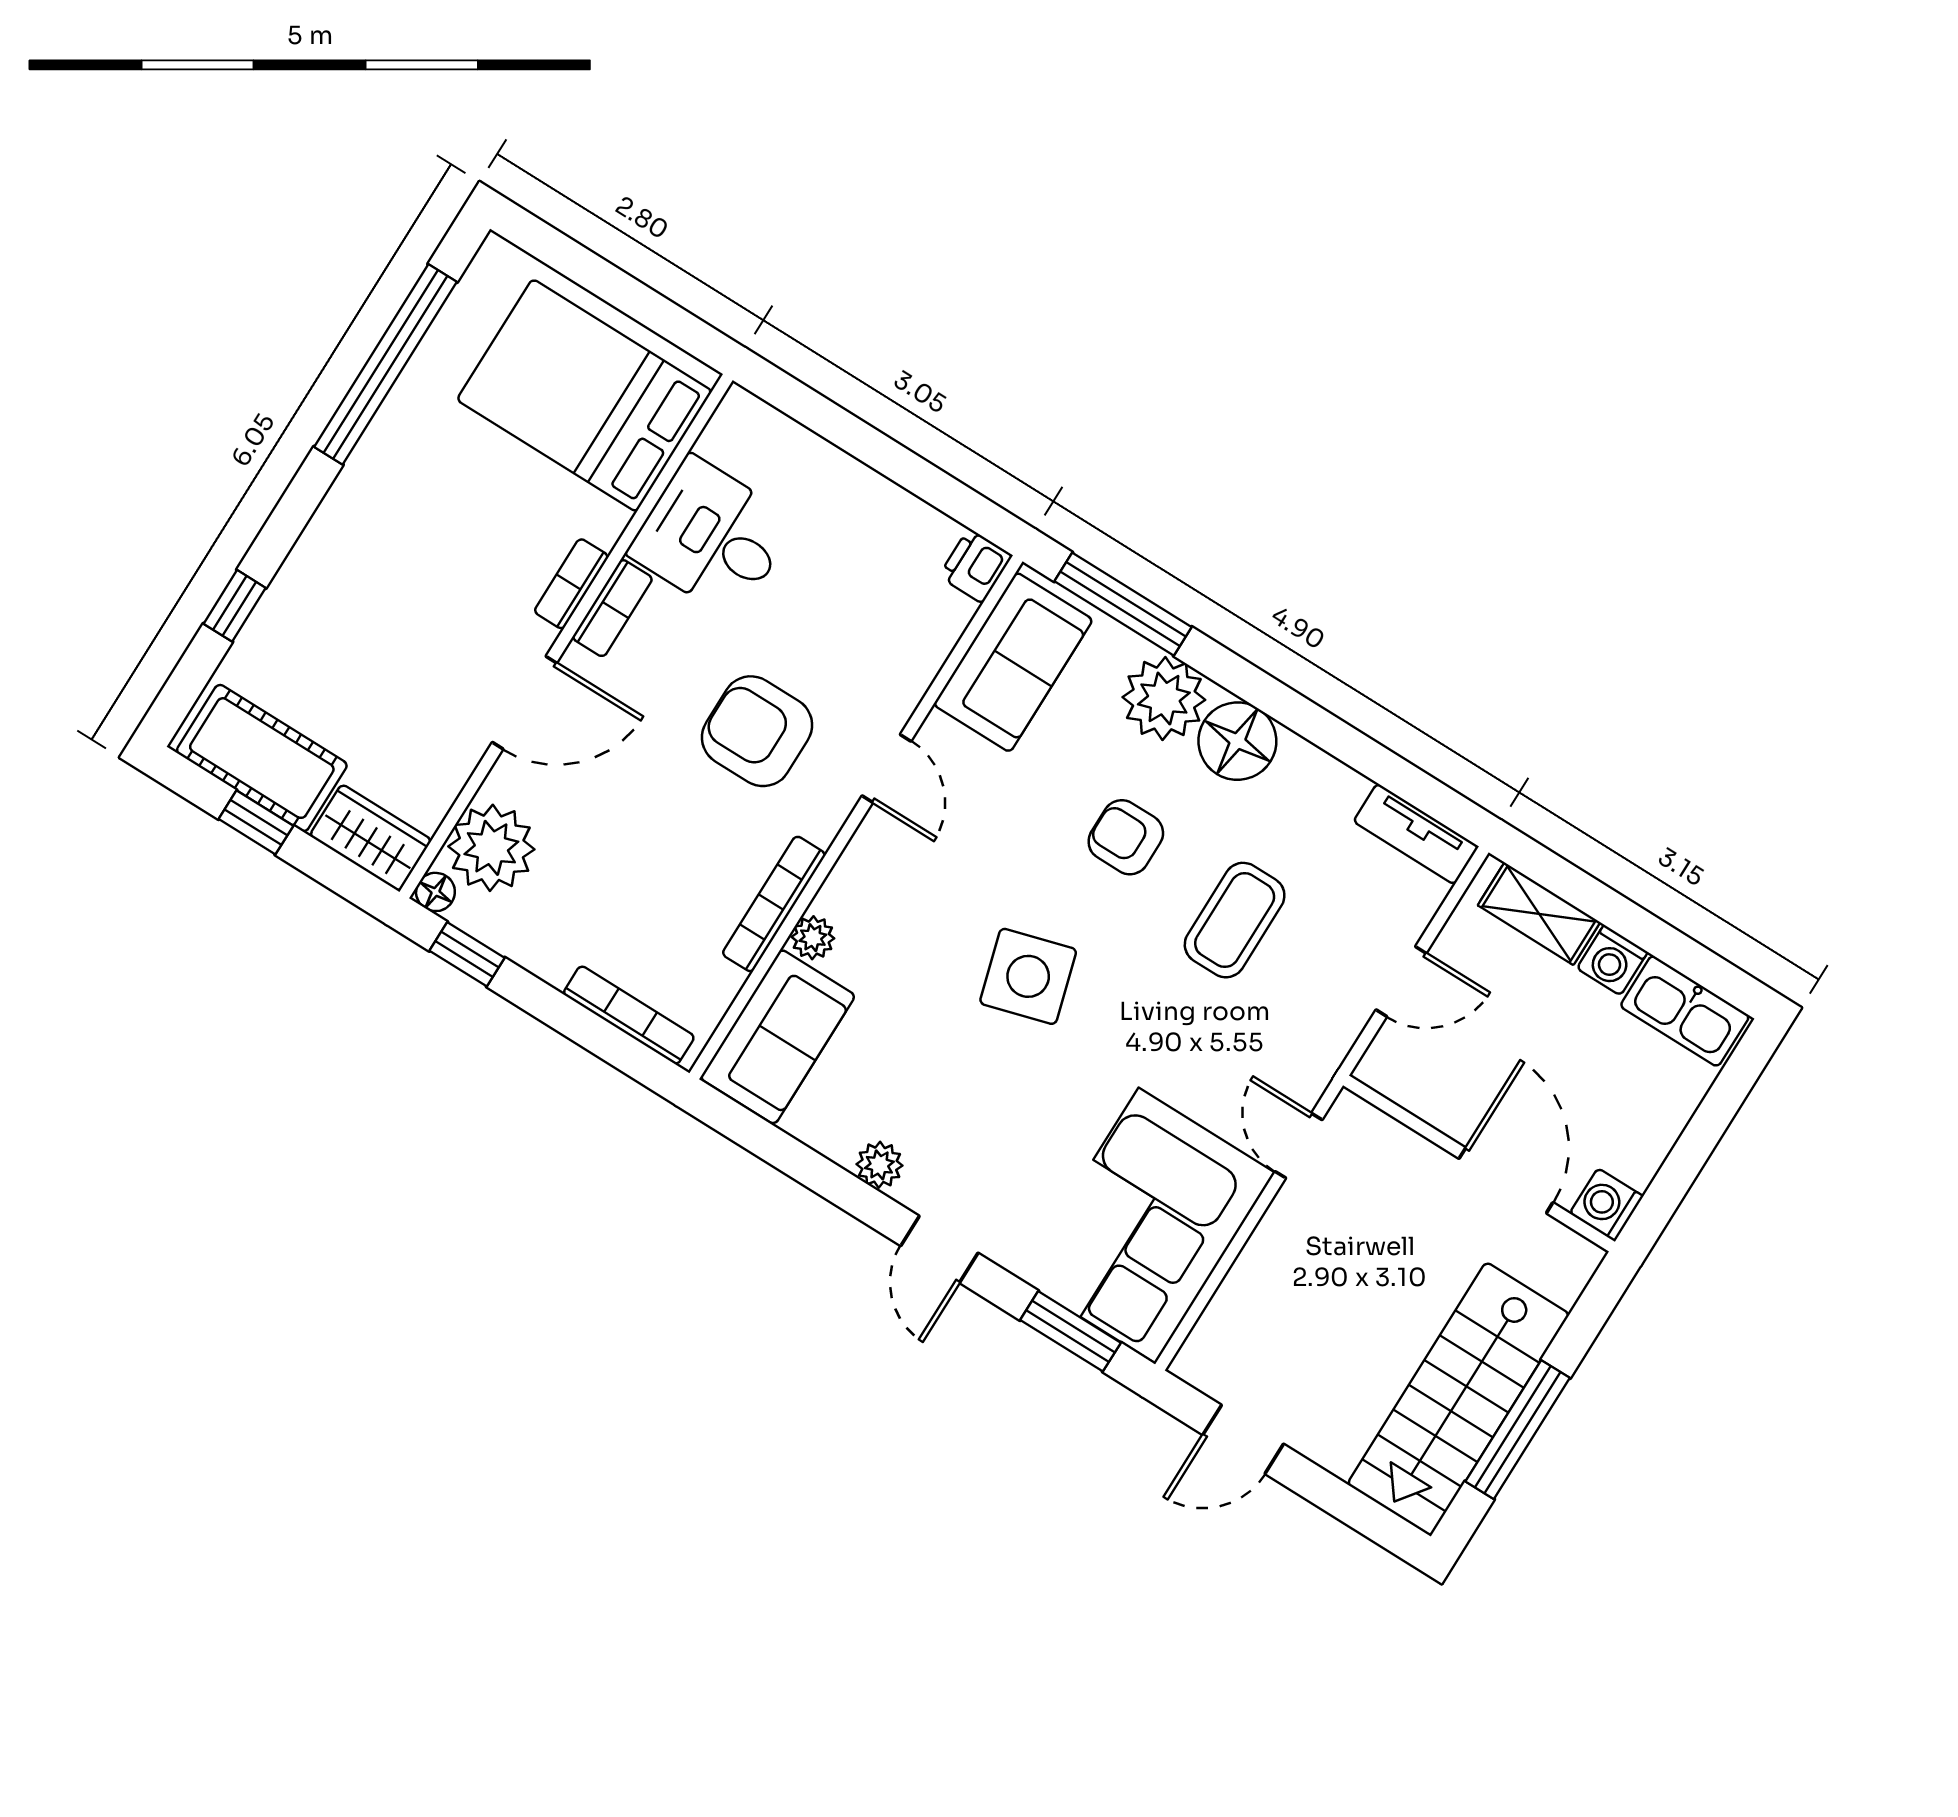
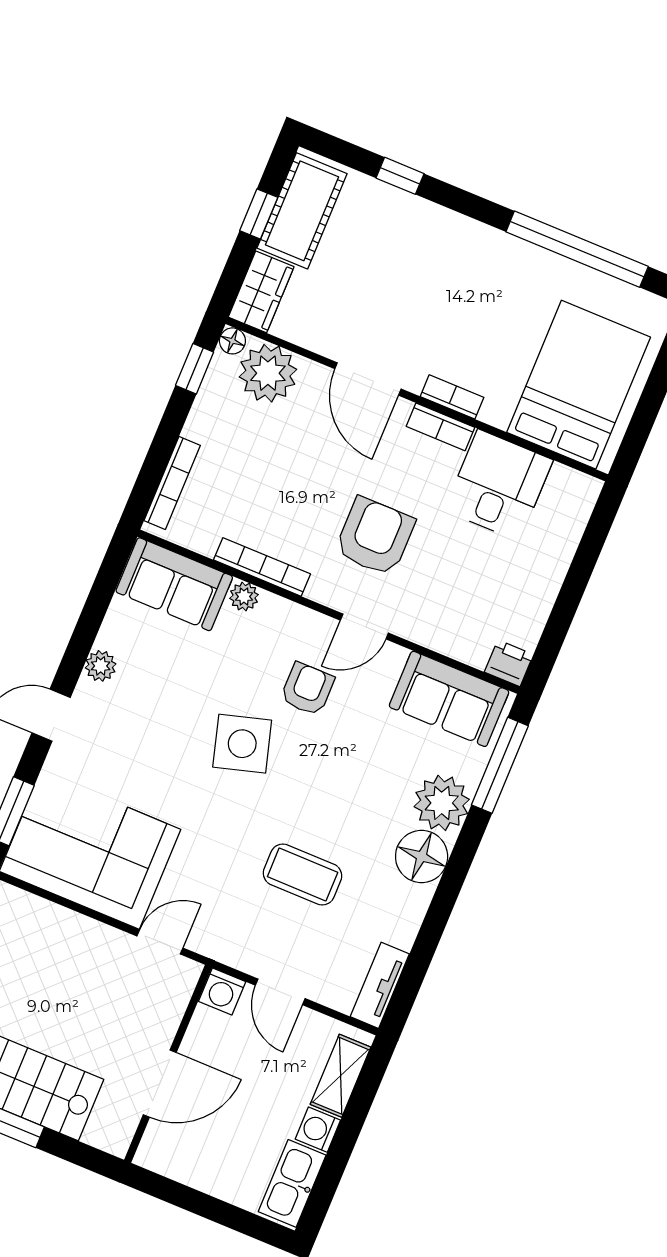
armchair: (1126, 837) -> (307, 689), moved
washing machine: (1606, 1205) -> (222, 992), moved, turned 180

